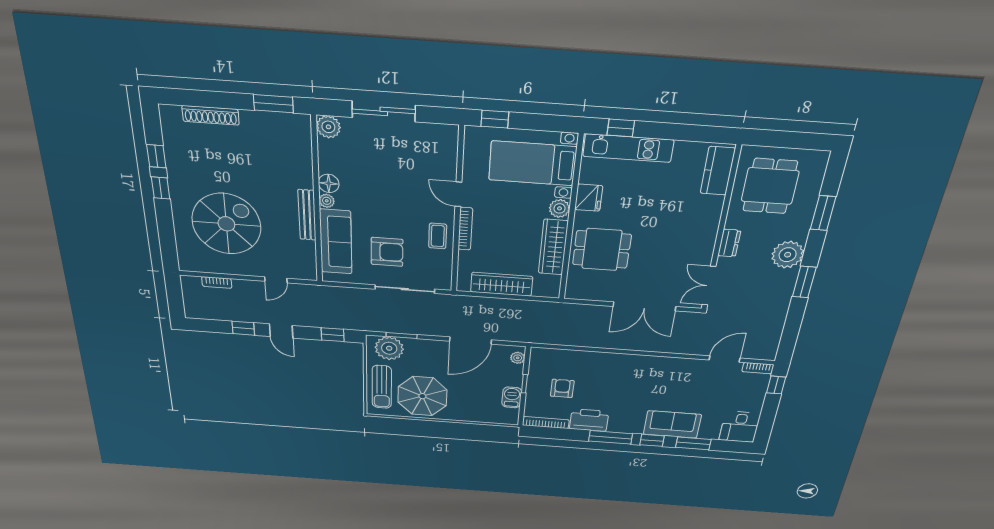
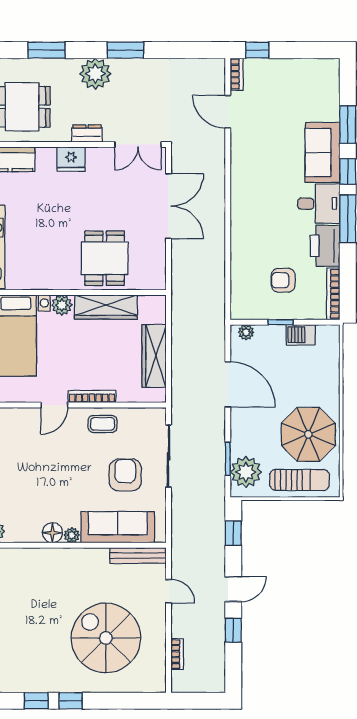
fridge: (589, 198) -> (71, 159), moved, turned 180
bench: (307, 215) -> (138, 555), moved
desk: (740, 427) -> (319, 204), moved

